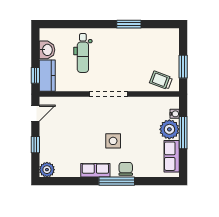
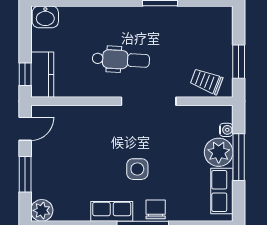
washbasin: (47, 50) -> (45, 17), moved, turned 90
dental chair: (83, 53) -> (121, 60), moved, turned -87
doorway: (108, 94) -> (149, 101), moved
window: (35, 145) -> (25, 174), width x1.50

